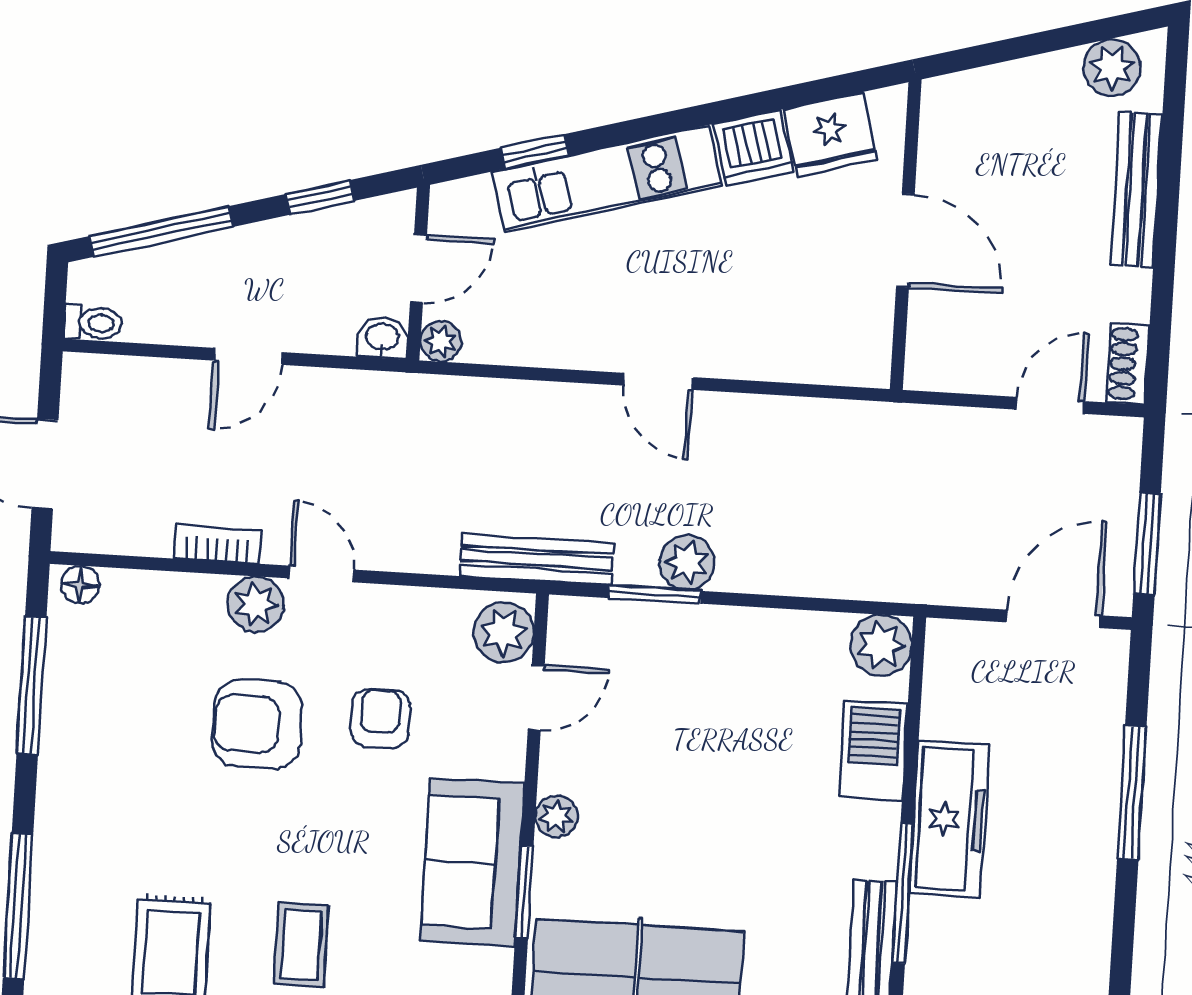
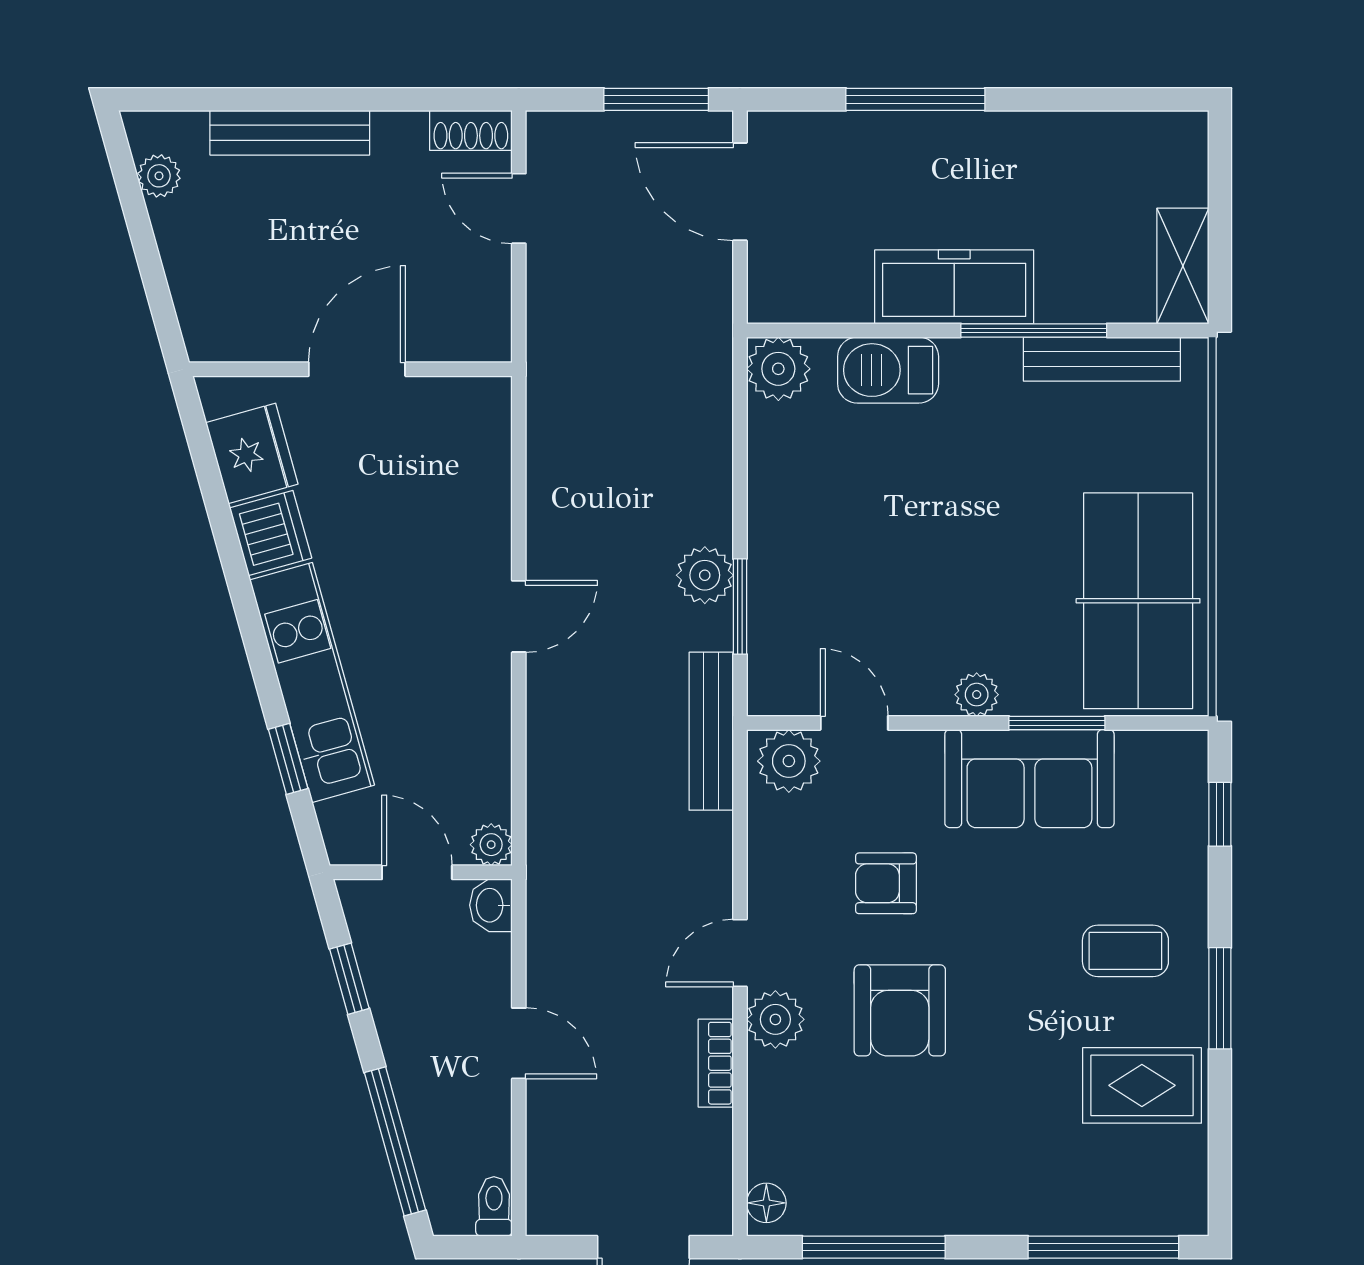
plant: (1112, 67) -> (159, 176), width x0.73, depth x0.73

